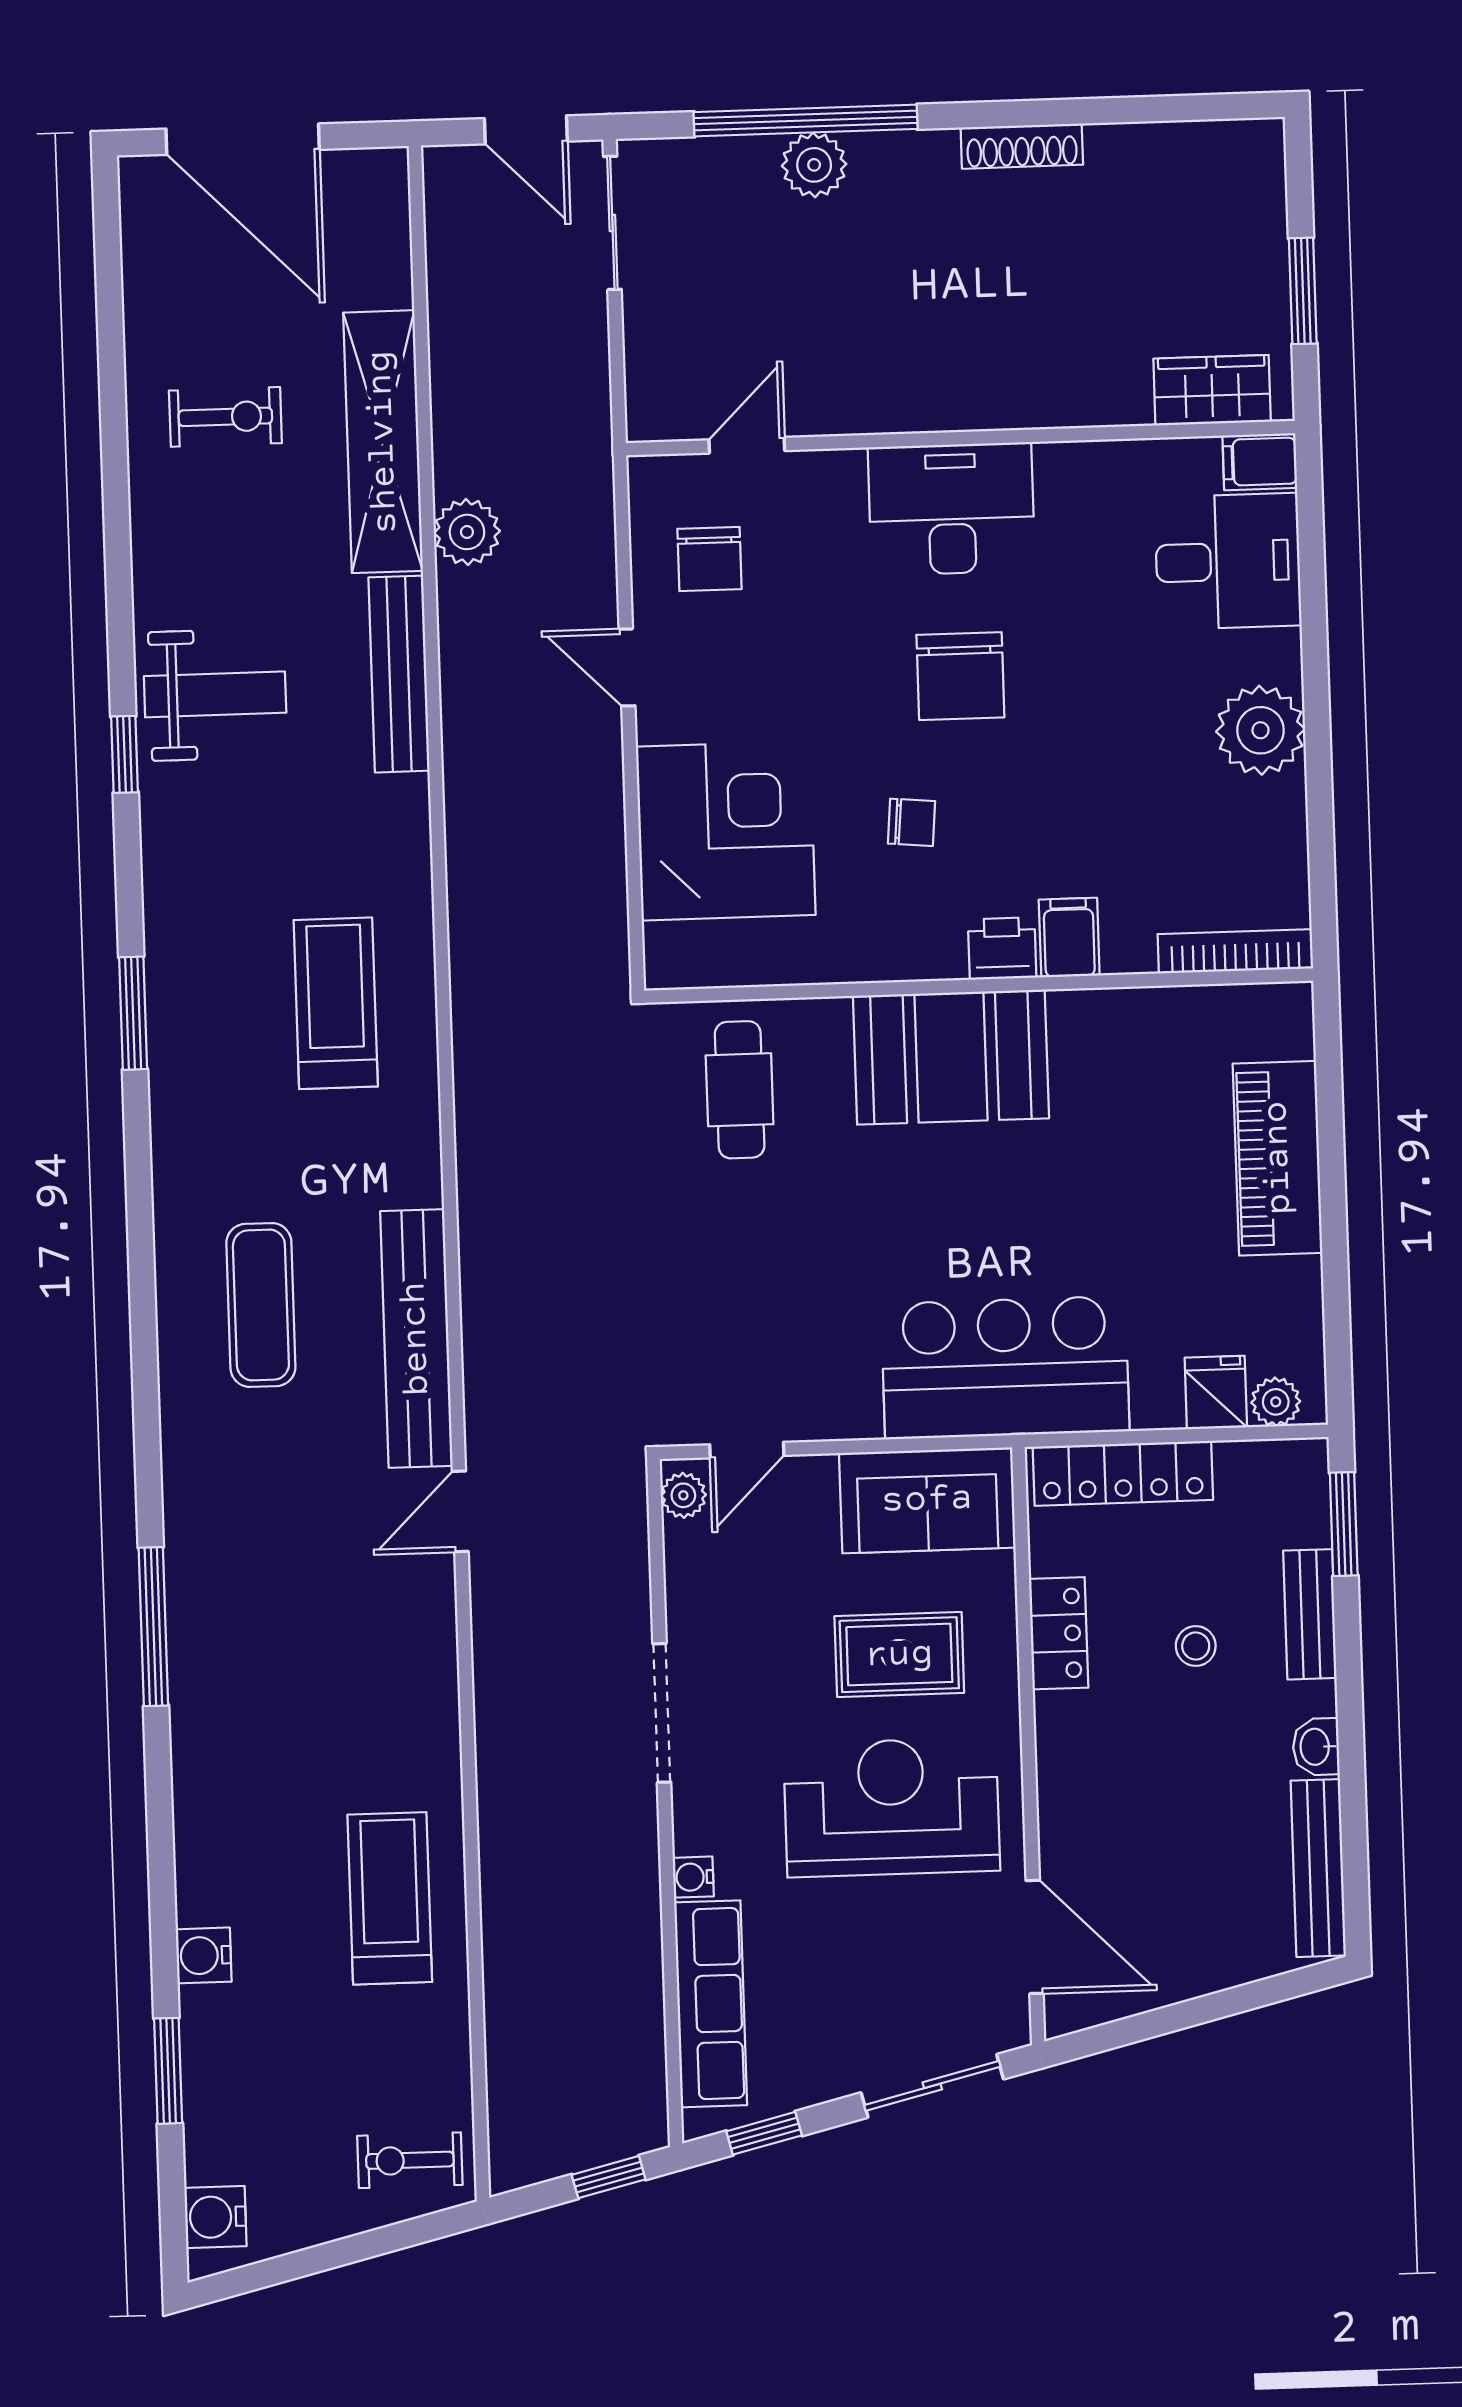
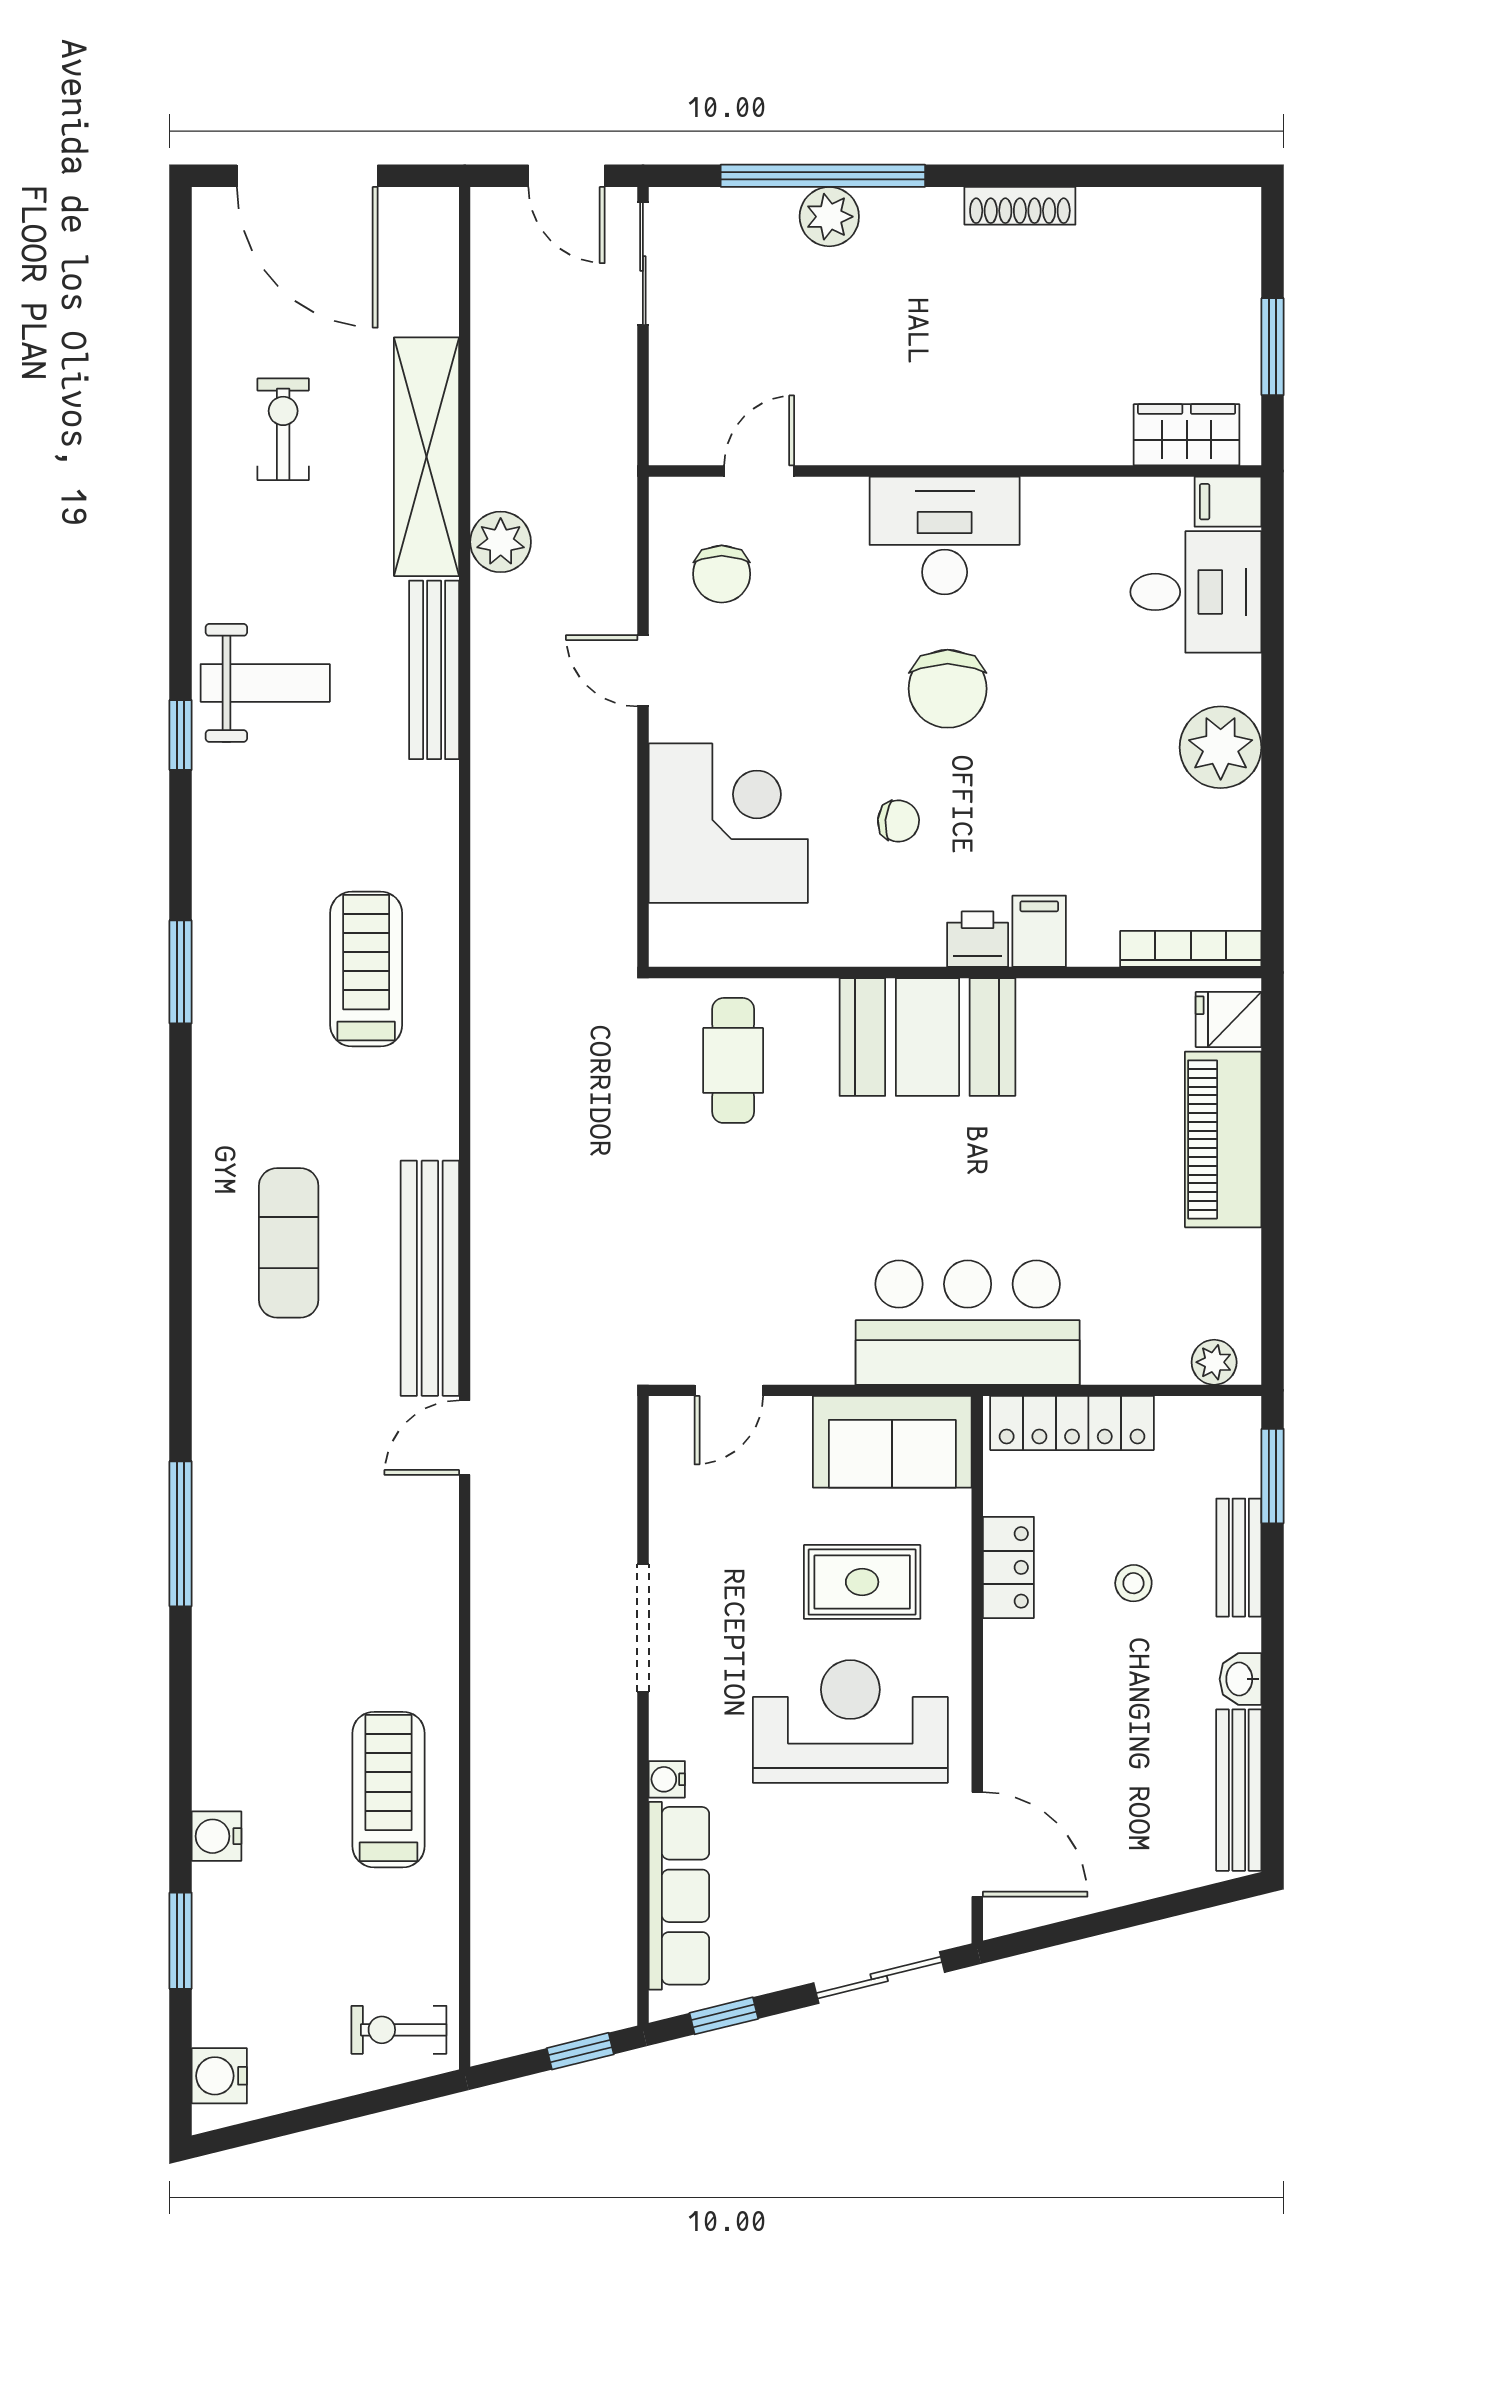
exercise bike: (225, 417) -> (283, 429), turned -90
fridge: (1216, 1393) -> (1229, 1020), moved, turned -90
plant: (683, 1495) -> (669, 1430), removed

